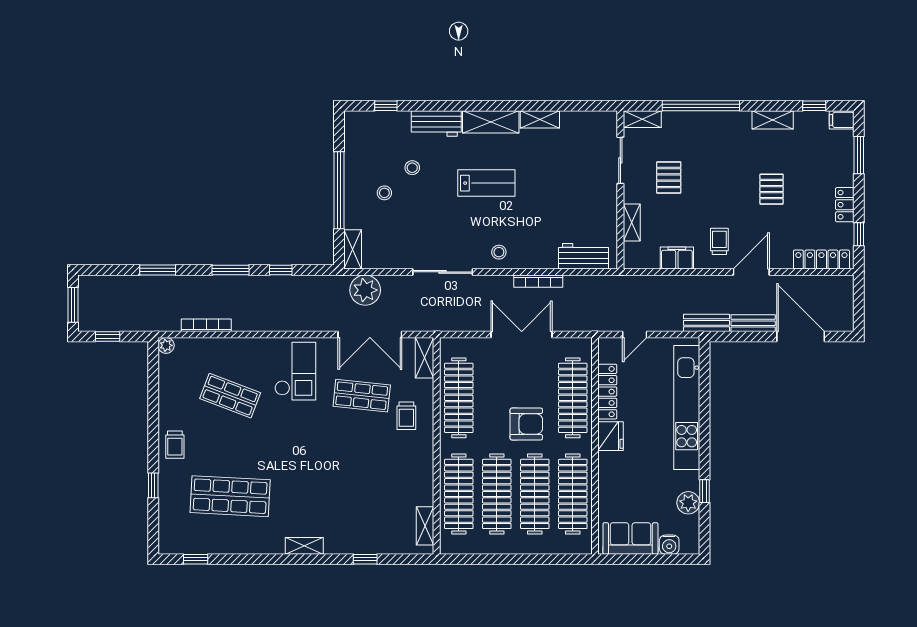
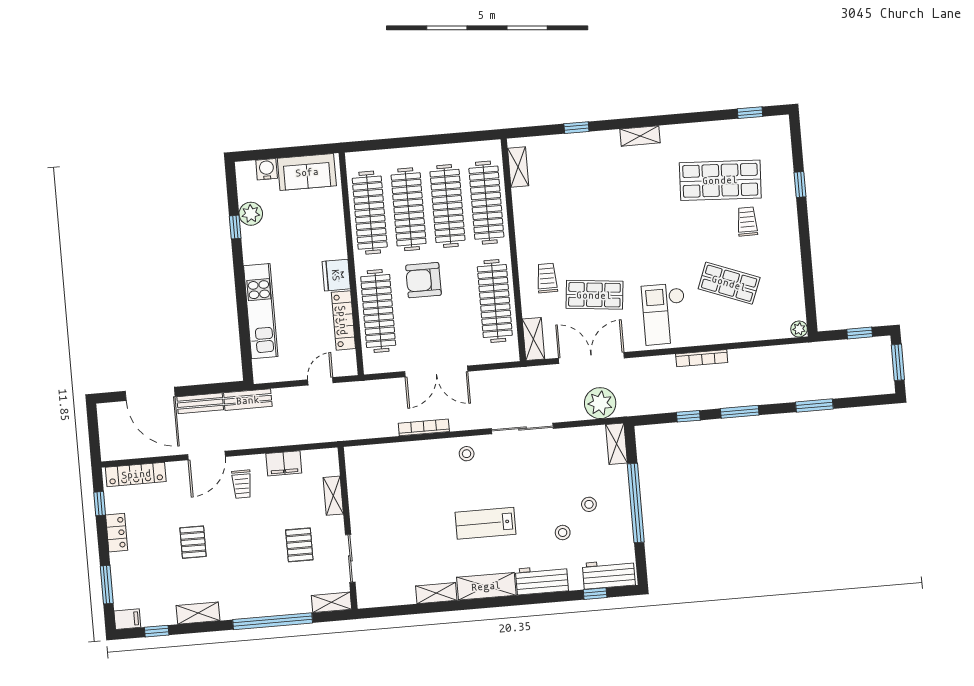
workbench: (584, 256) -> (609, 574), moved, turned 180
bookcase: (206, 325) -> (702, 358), moved
kitchen unit: (687, 408) -> (261, 311), width x0.73
trolley: (175, 445) -> (747, 221), moved

